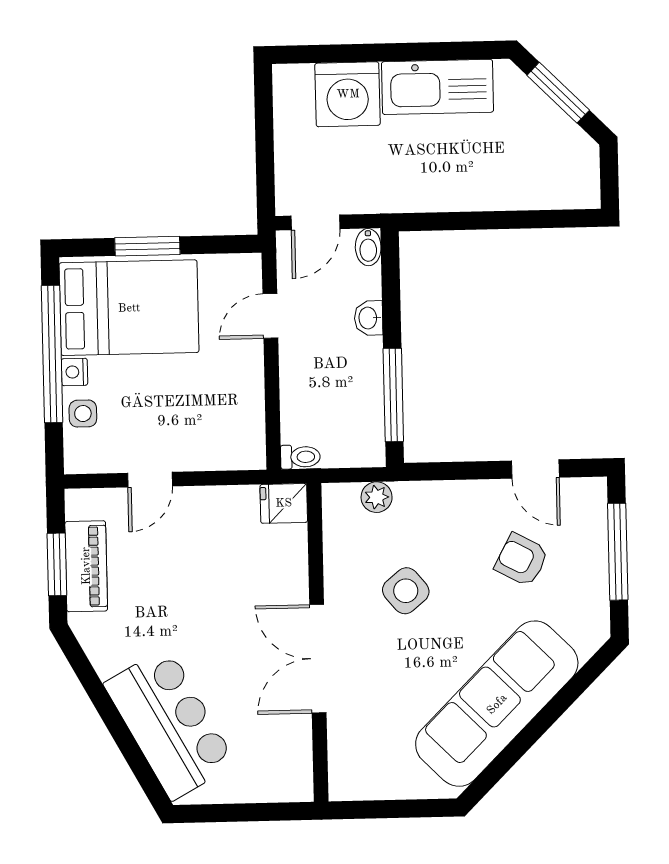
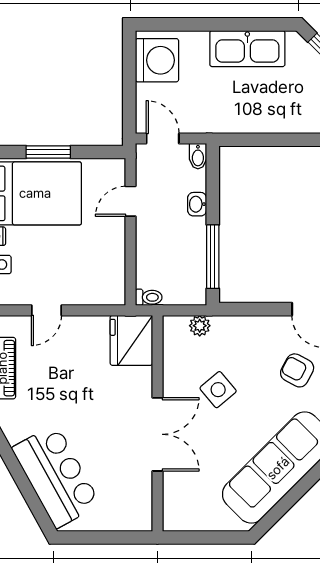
washing machine: (348, 94) -> (157, 60), moved, turned -90
door: (315, 222) -> (163, 139), swing flipped
fridge: (284, 503) -> (131, 340), width x1.88, depth x1.34
double door: (318, 659) -> (157, 434), swing flipped

